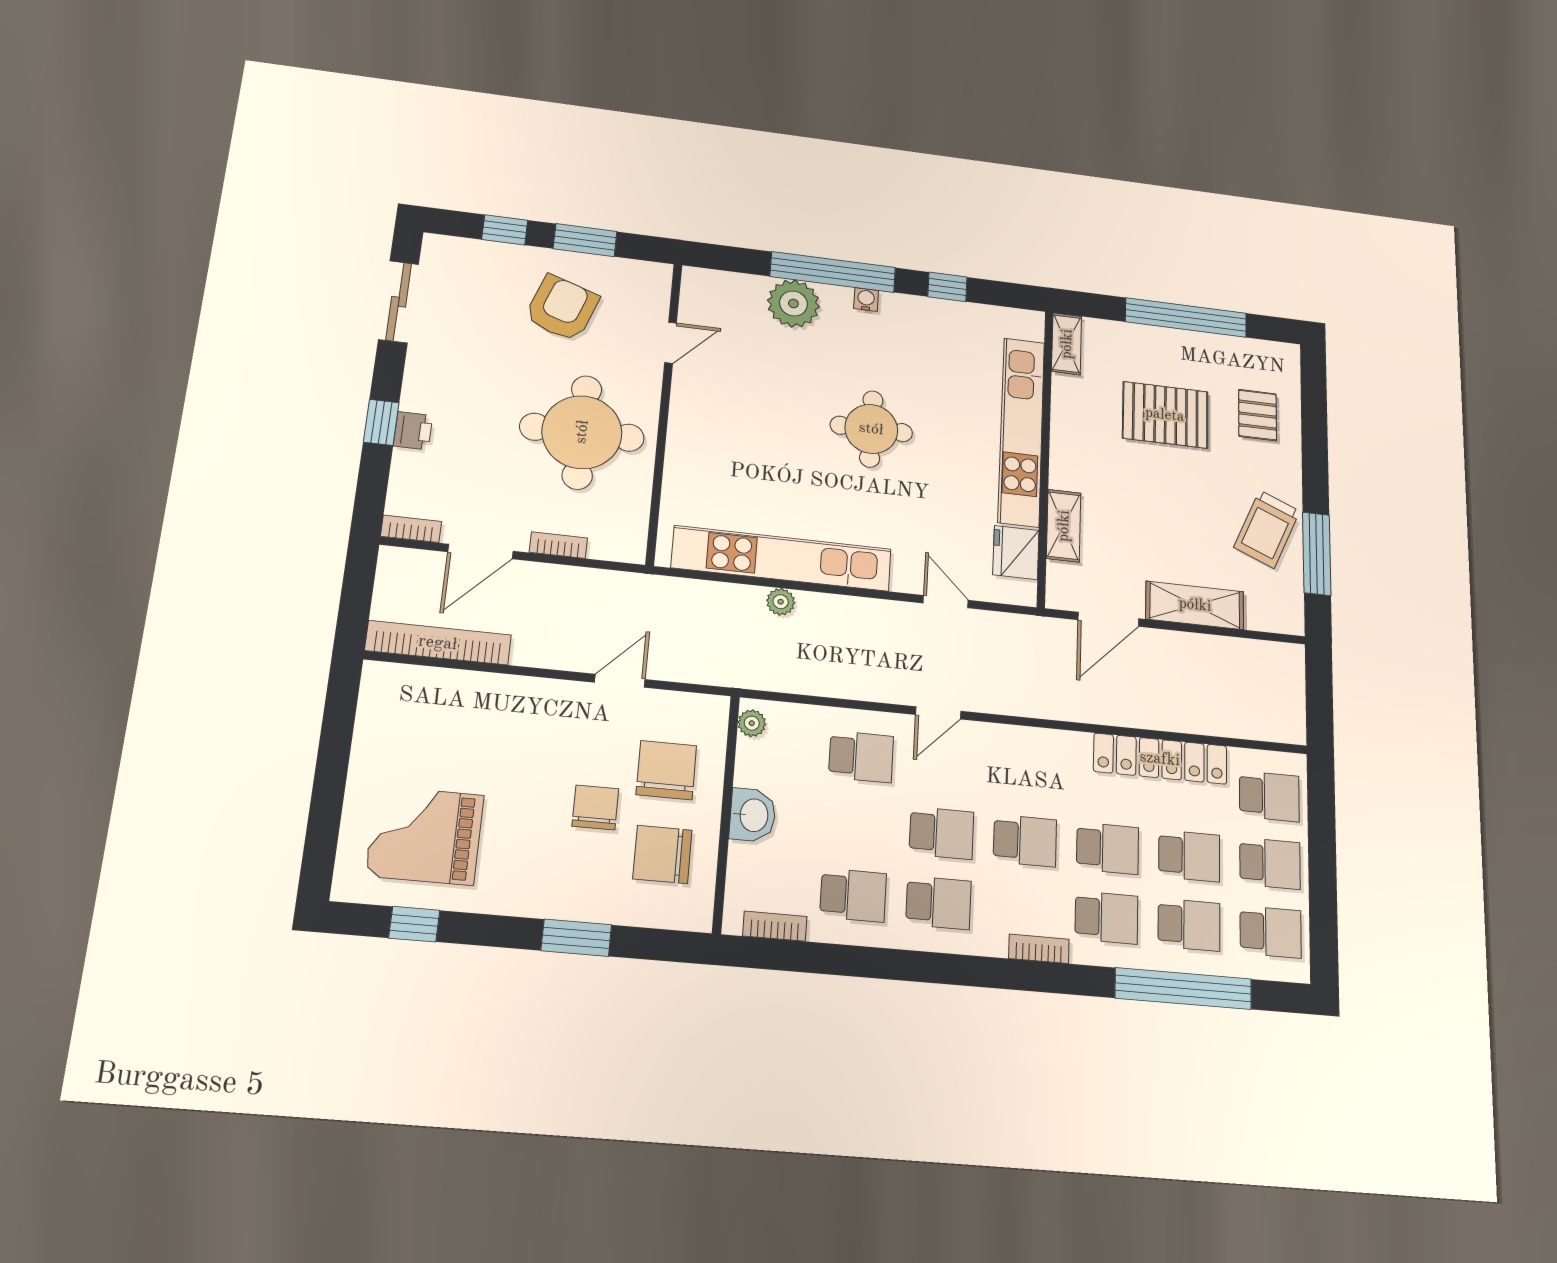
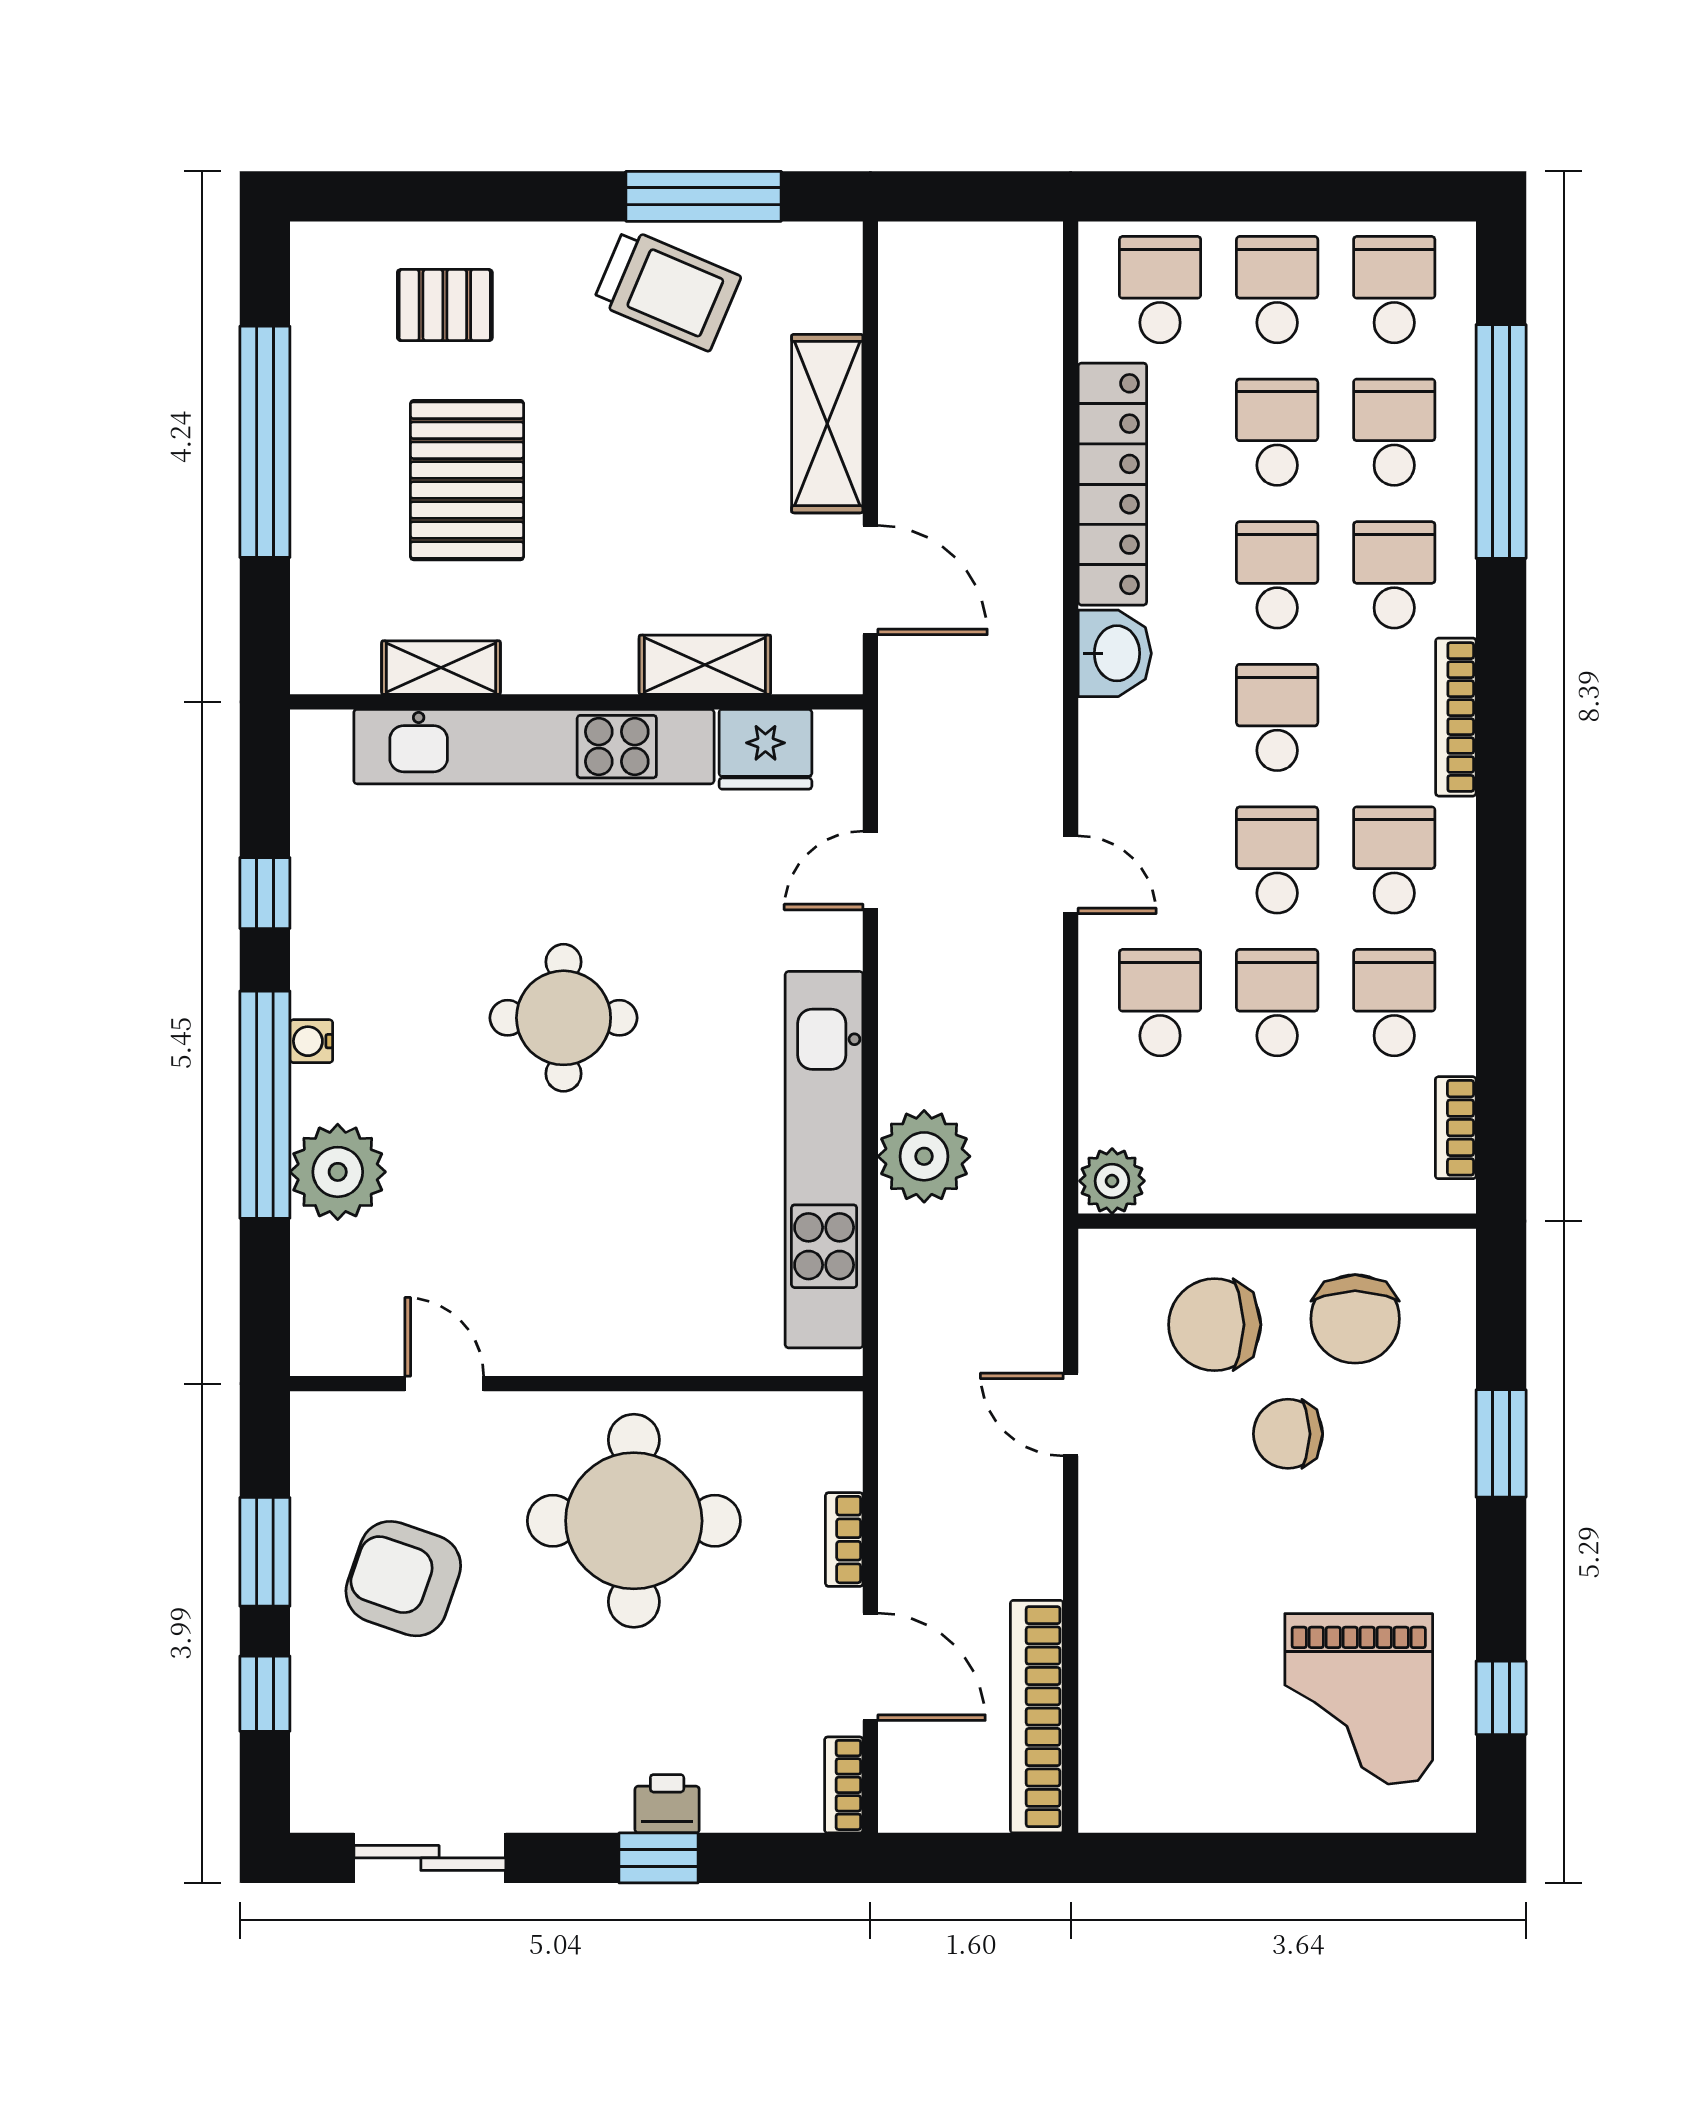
shelving: (1067, 344) -> (441, 668), moved
plant: (781, 602) -> (924, 1156), width x1.87, depth x1.87
plant: (752, 723) -> (1112, 1181), width x1.38, depth x1.38
washbasin: (753, 815) -> (1115, 653), moved, turned 90
school desk: (857, 825) -> (1277, 1003), added
bookcase: (1039, 949) -> (1456, 717), width x1.56

